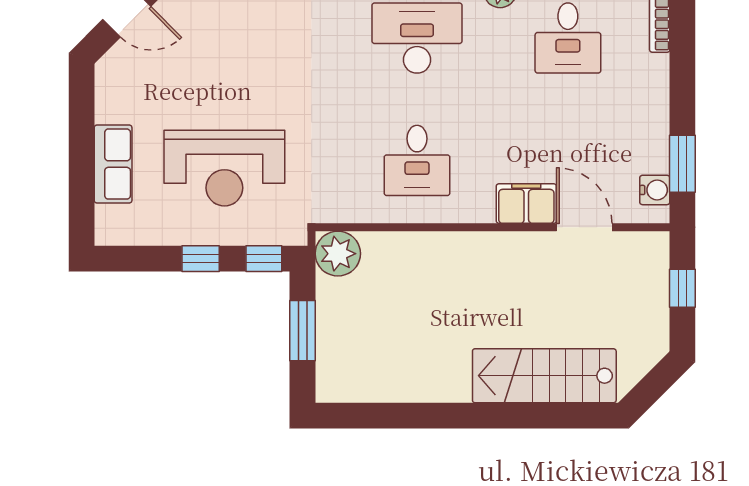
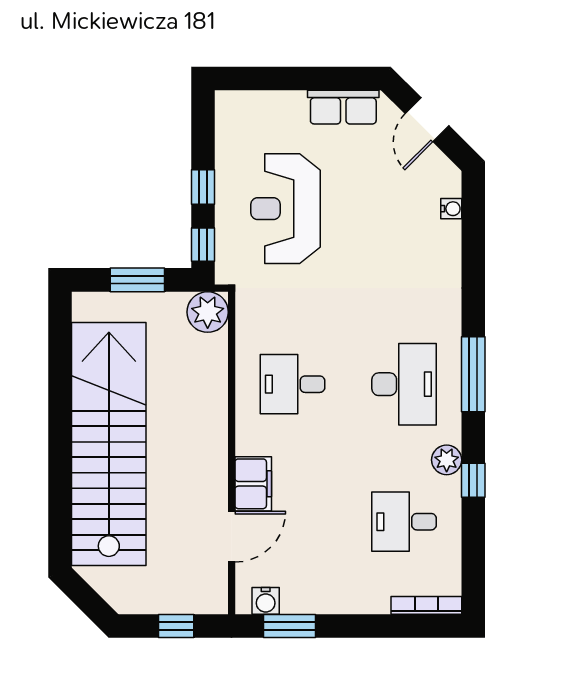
row of seats: (113, 164) -> (343, 107), moved
stairs: (544, 376) -> (109, 444), width x1.86, depth x1.51

